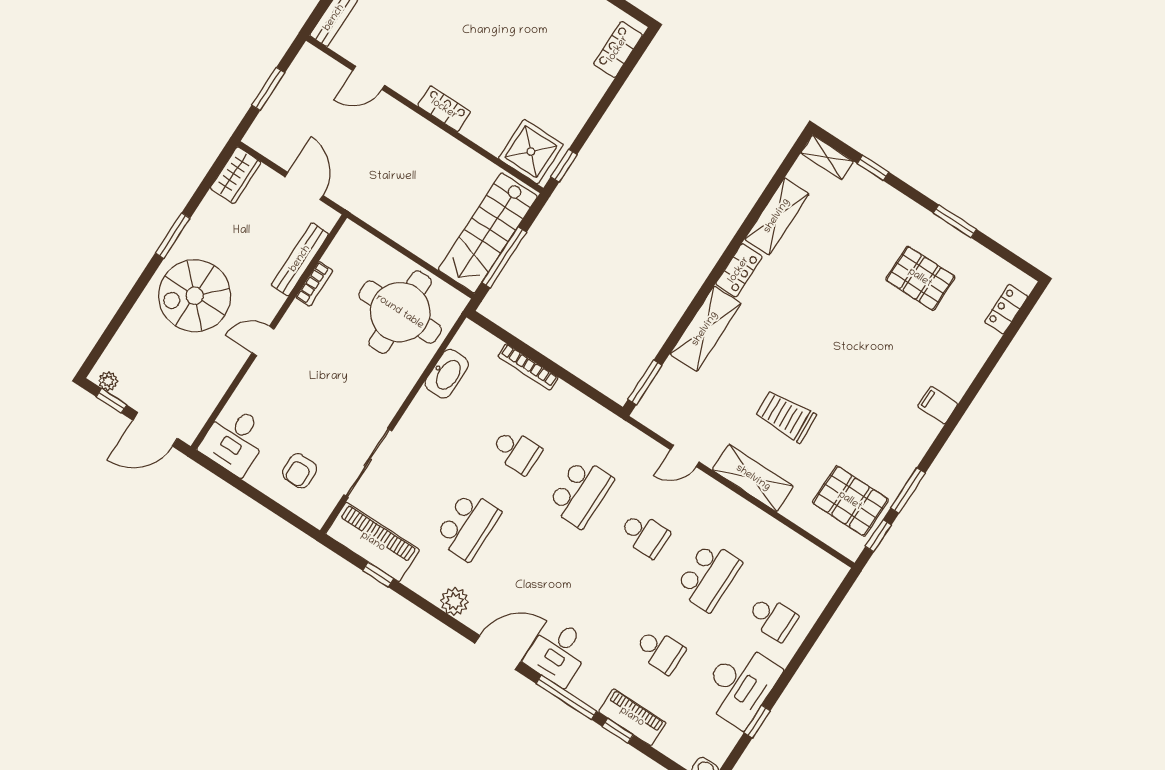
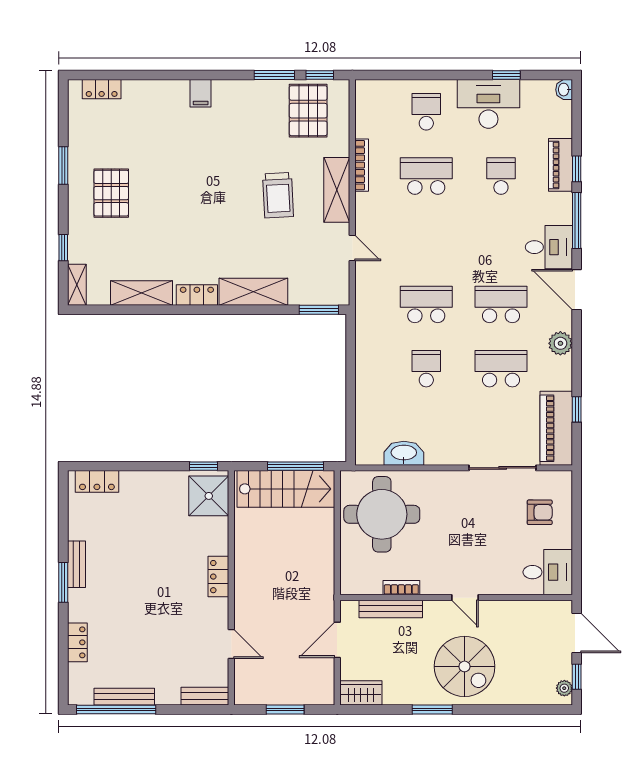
pallet: (920, 278) -> (111, 193), moved
bookcase: (528, 367) -> (362, 165), moved
school desk: (644, 535) -> (501, 304), moved, width x1.85

